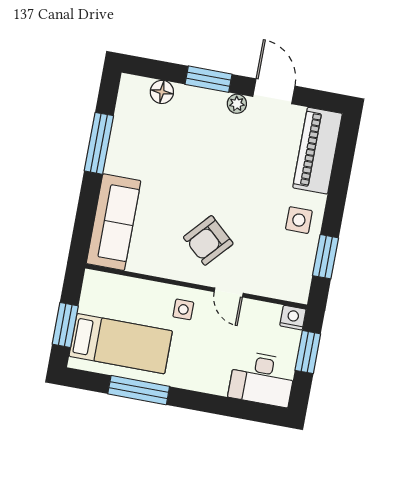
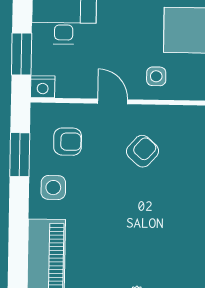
armchair: (208, 240) -> (143, 151), width x0.72, depth x0.72
armchair: (278, 261) -> (68, 142), added

